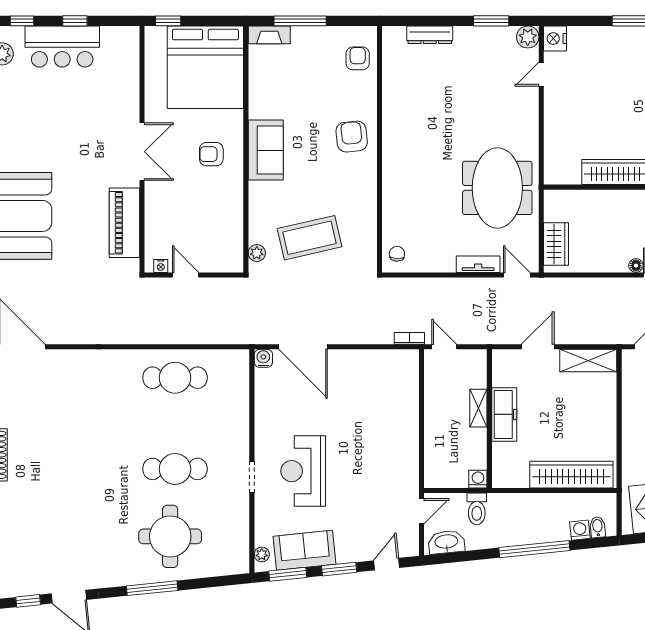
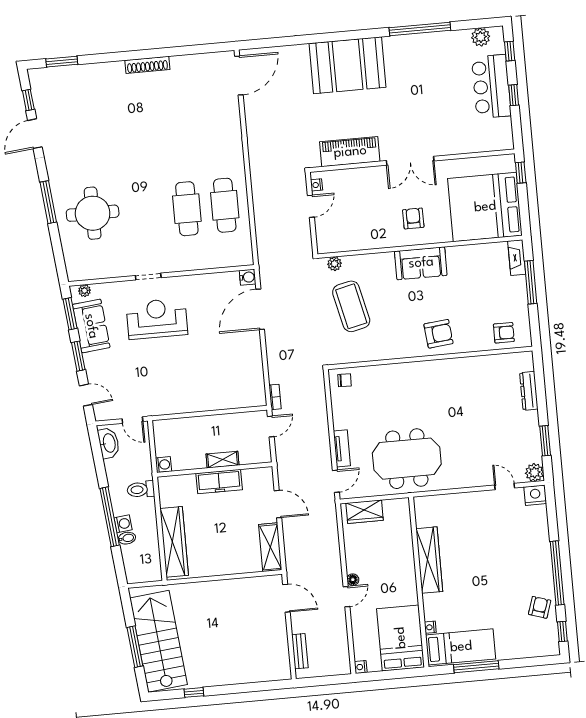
cafe table: (175, 469) -> (187, 209), moved
toilet: (477, 509) -> (141, 489), moved
bidet: (598, 527) -> (127, 538), moved
washing machine: (580, 530) -> (123, 524), moved

